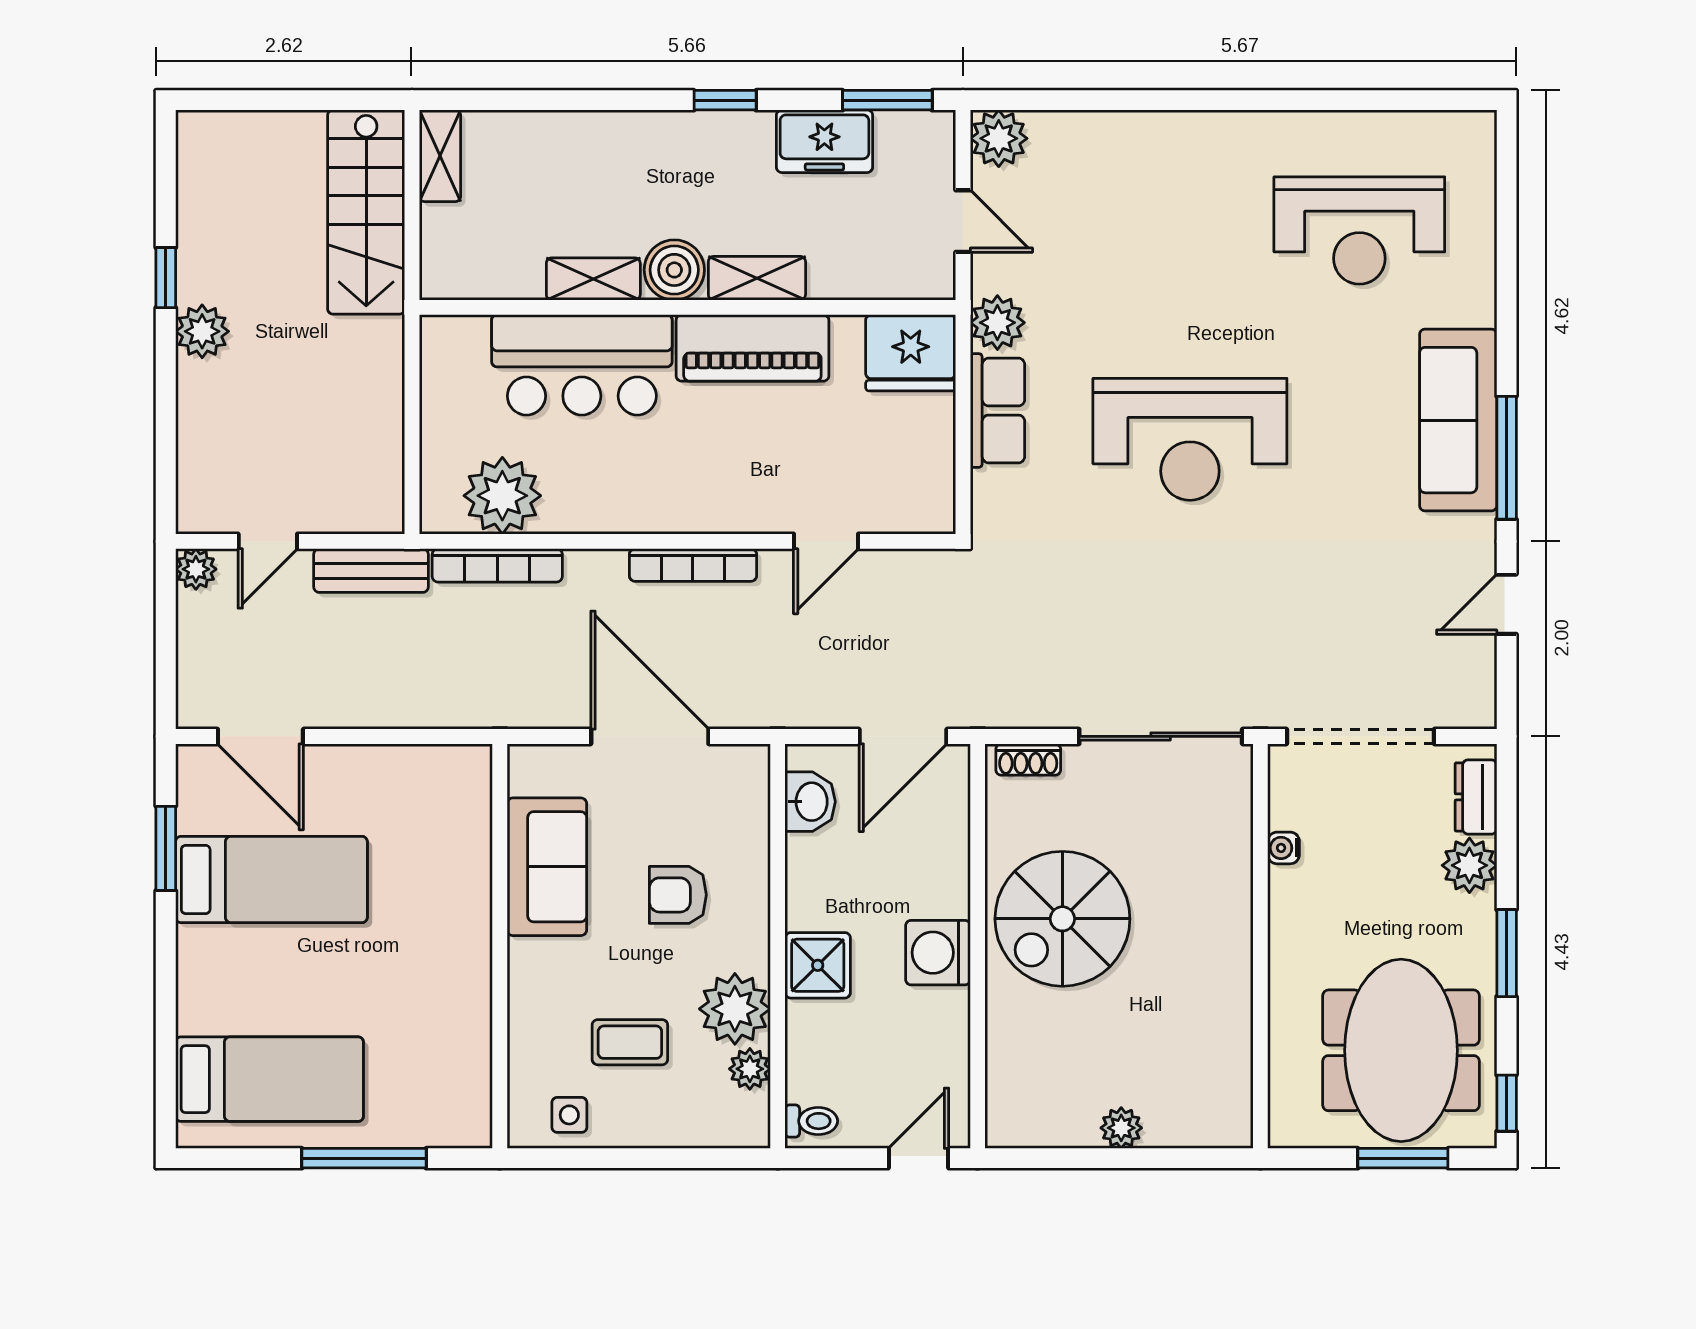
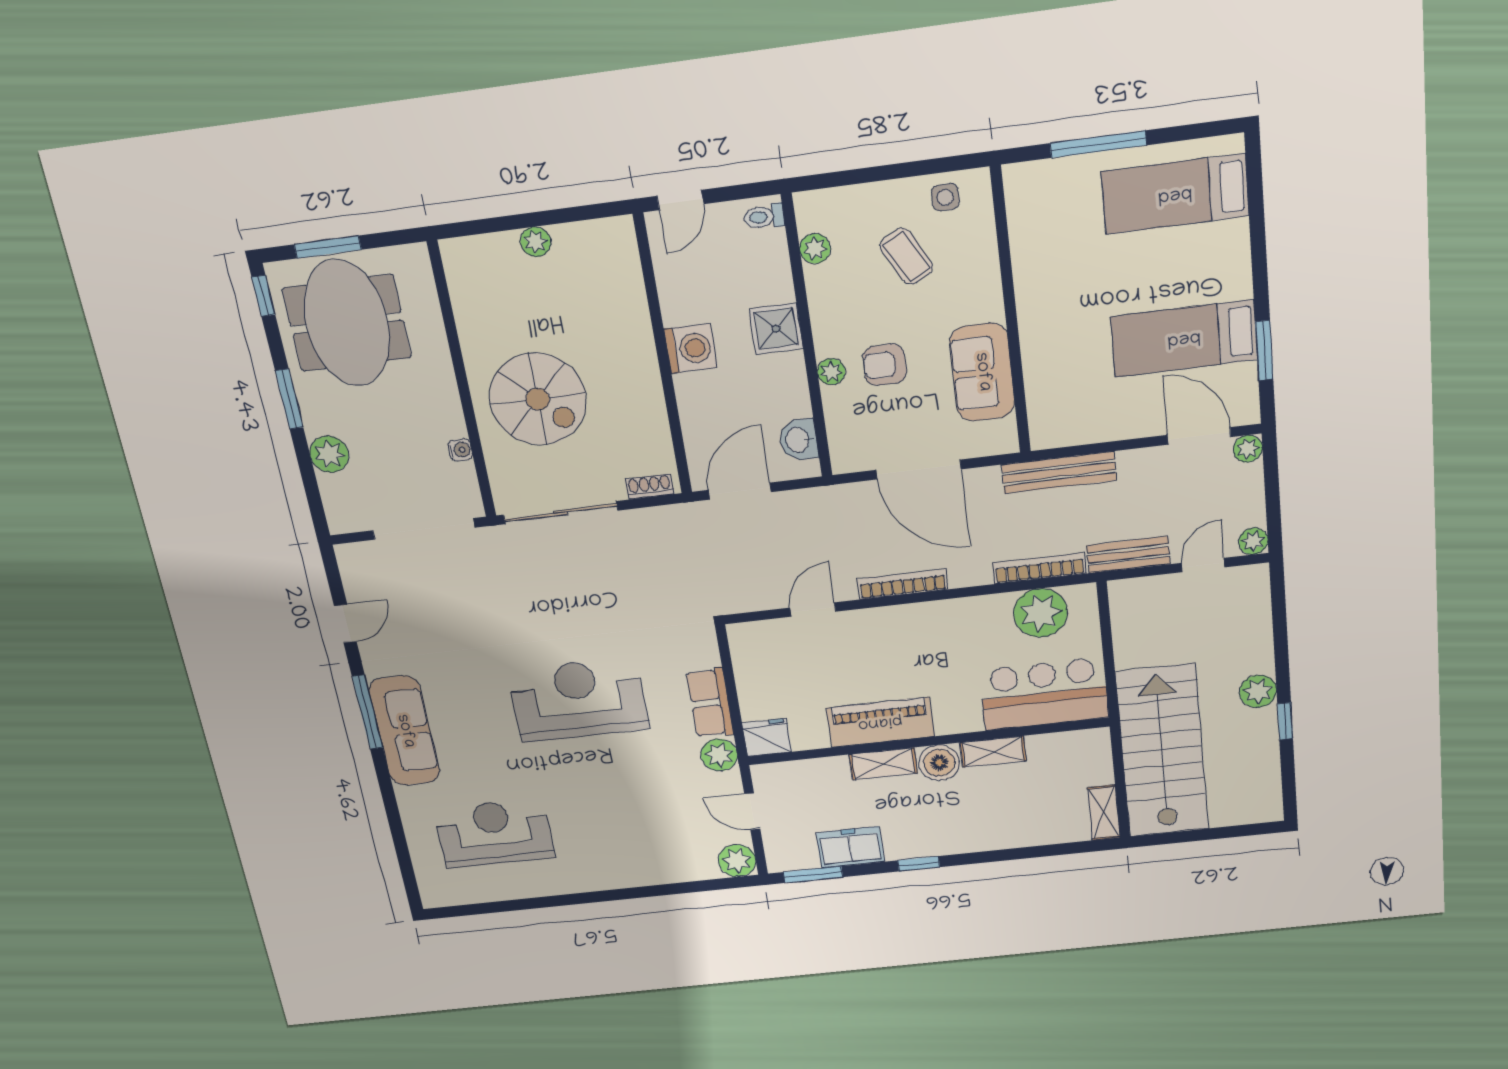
stairs: (366, 212) -> (1162, 751), width x1.36, depth x1.51
fridge: (911, 353) -> (767, 737), width x0.73, depth x0.75
bar counter: (582, 365) -> (1044, 694), moved
bench: (457, 707) -> (1059, 472), added
plant: (196, 709) -> (1248, 449), added
dresser: (1476, 797) -> (336, 500), removed
armchair: (678, 895) -> (885, 365), turned 180
spiral stairs: (1062, 919) -> (538, 399), moved, turned 90
plant: (735, 1009) -> (831, 372), moved, width x0.53, depth x0.53
coffee table: (630, 1042) -> (906, 256), turned 61

